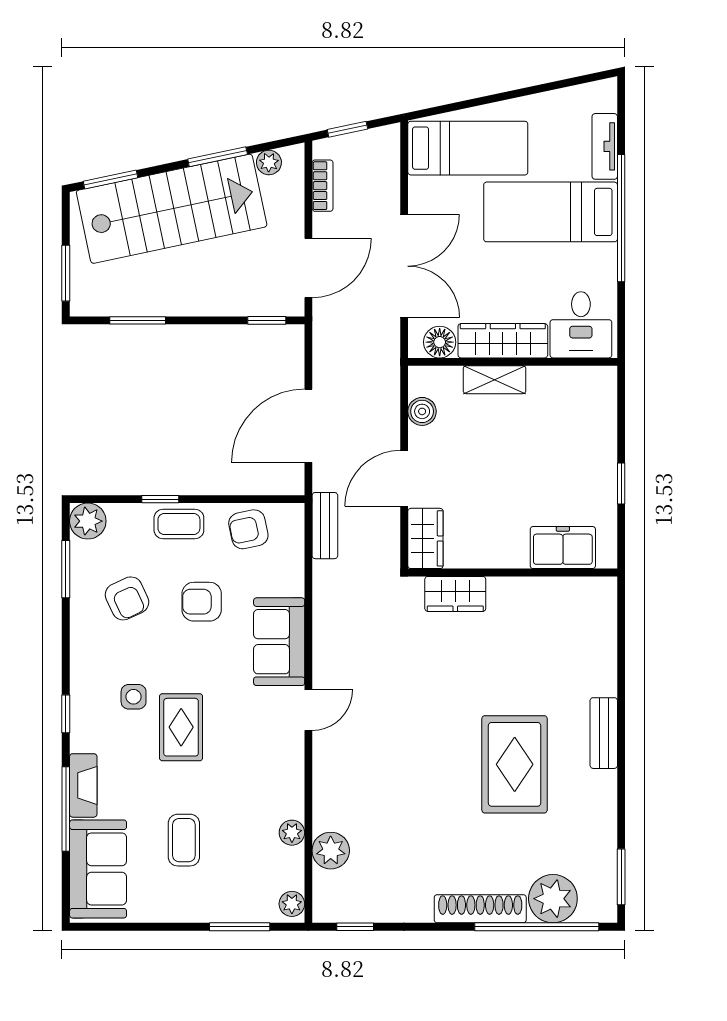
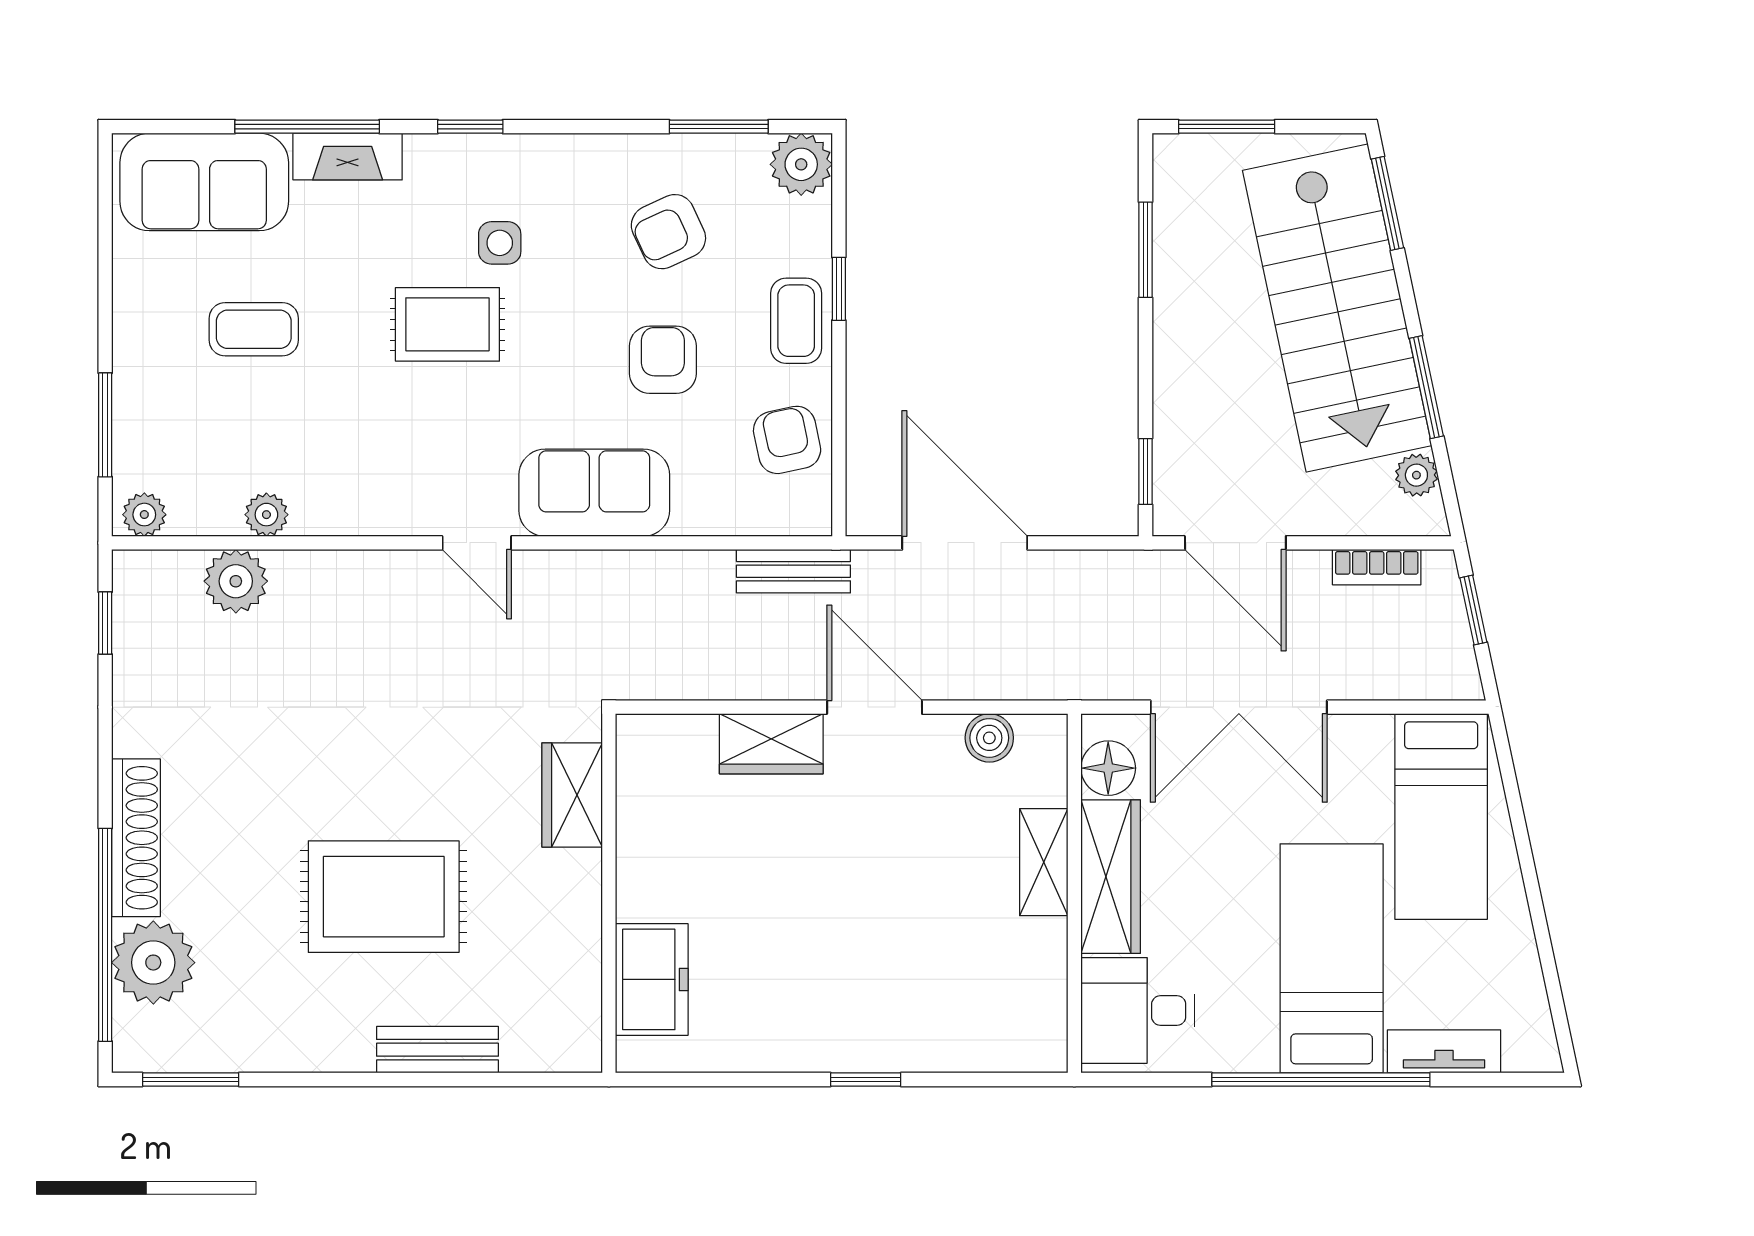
freezer: (563, 548) -> (652, 979), moved
wall: (513, 572) -> (609, 893), moved
wardrobe: (455, 594) -> (572, 795), moved

